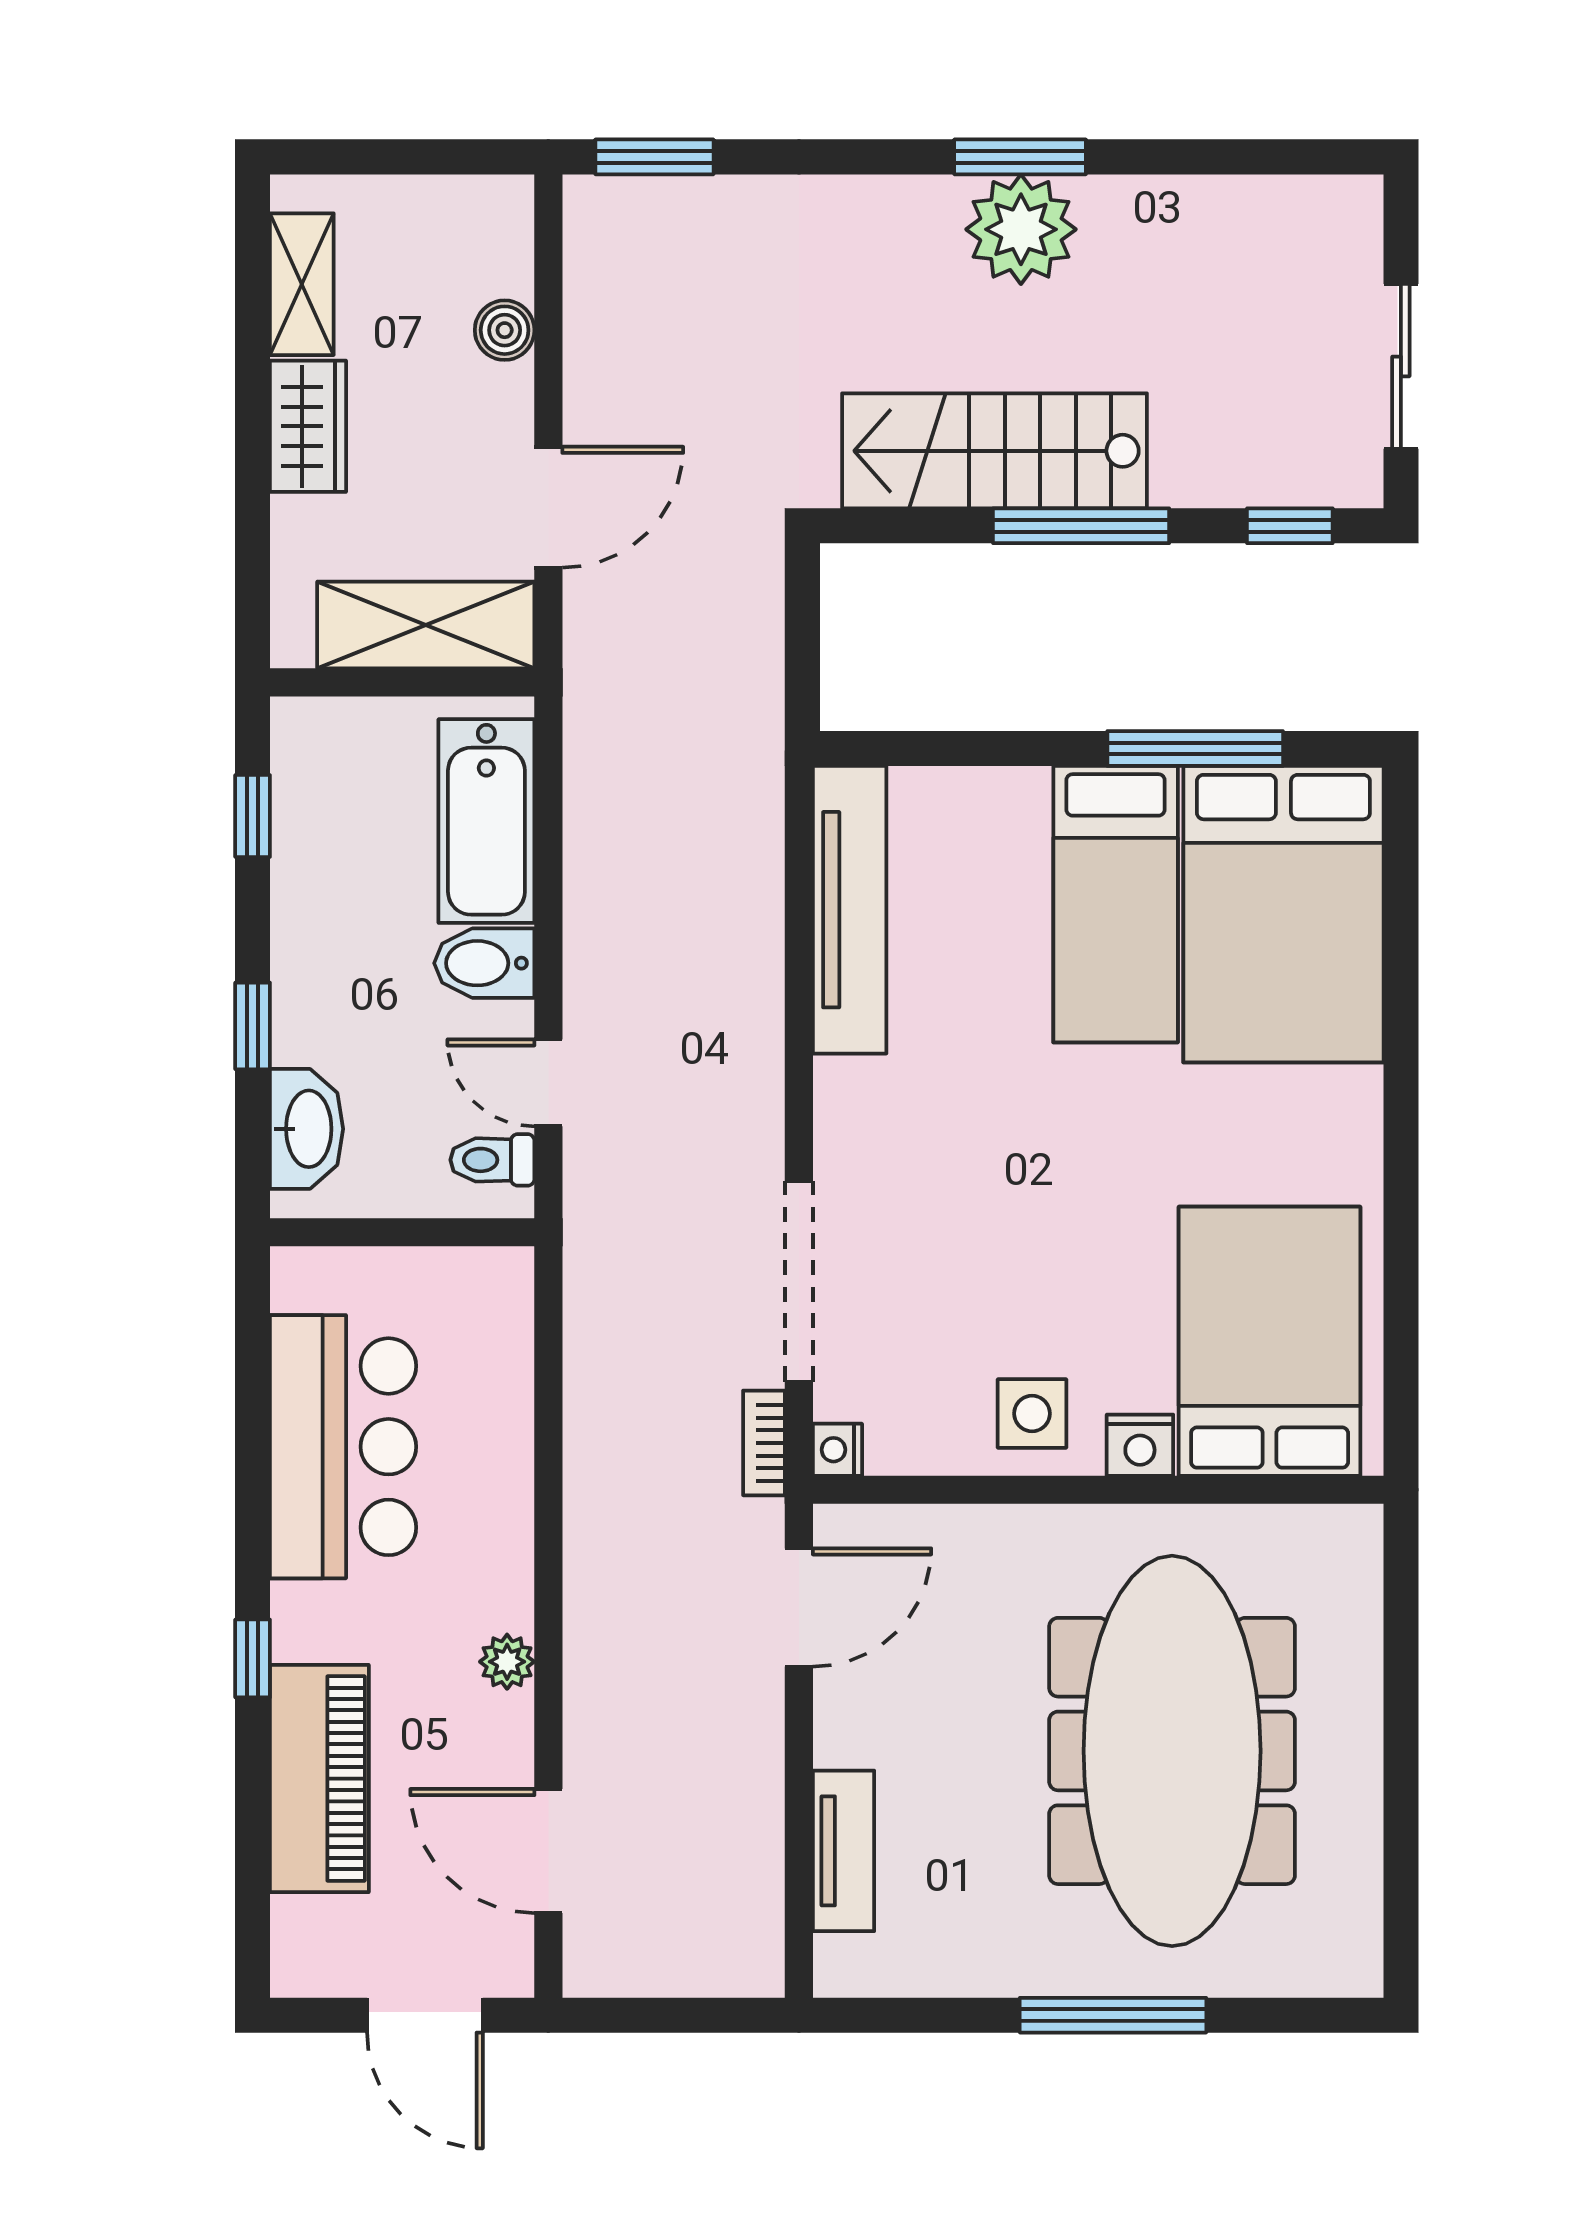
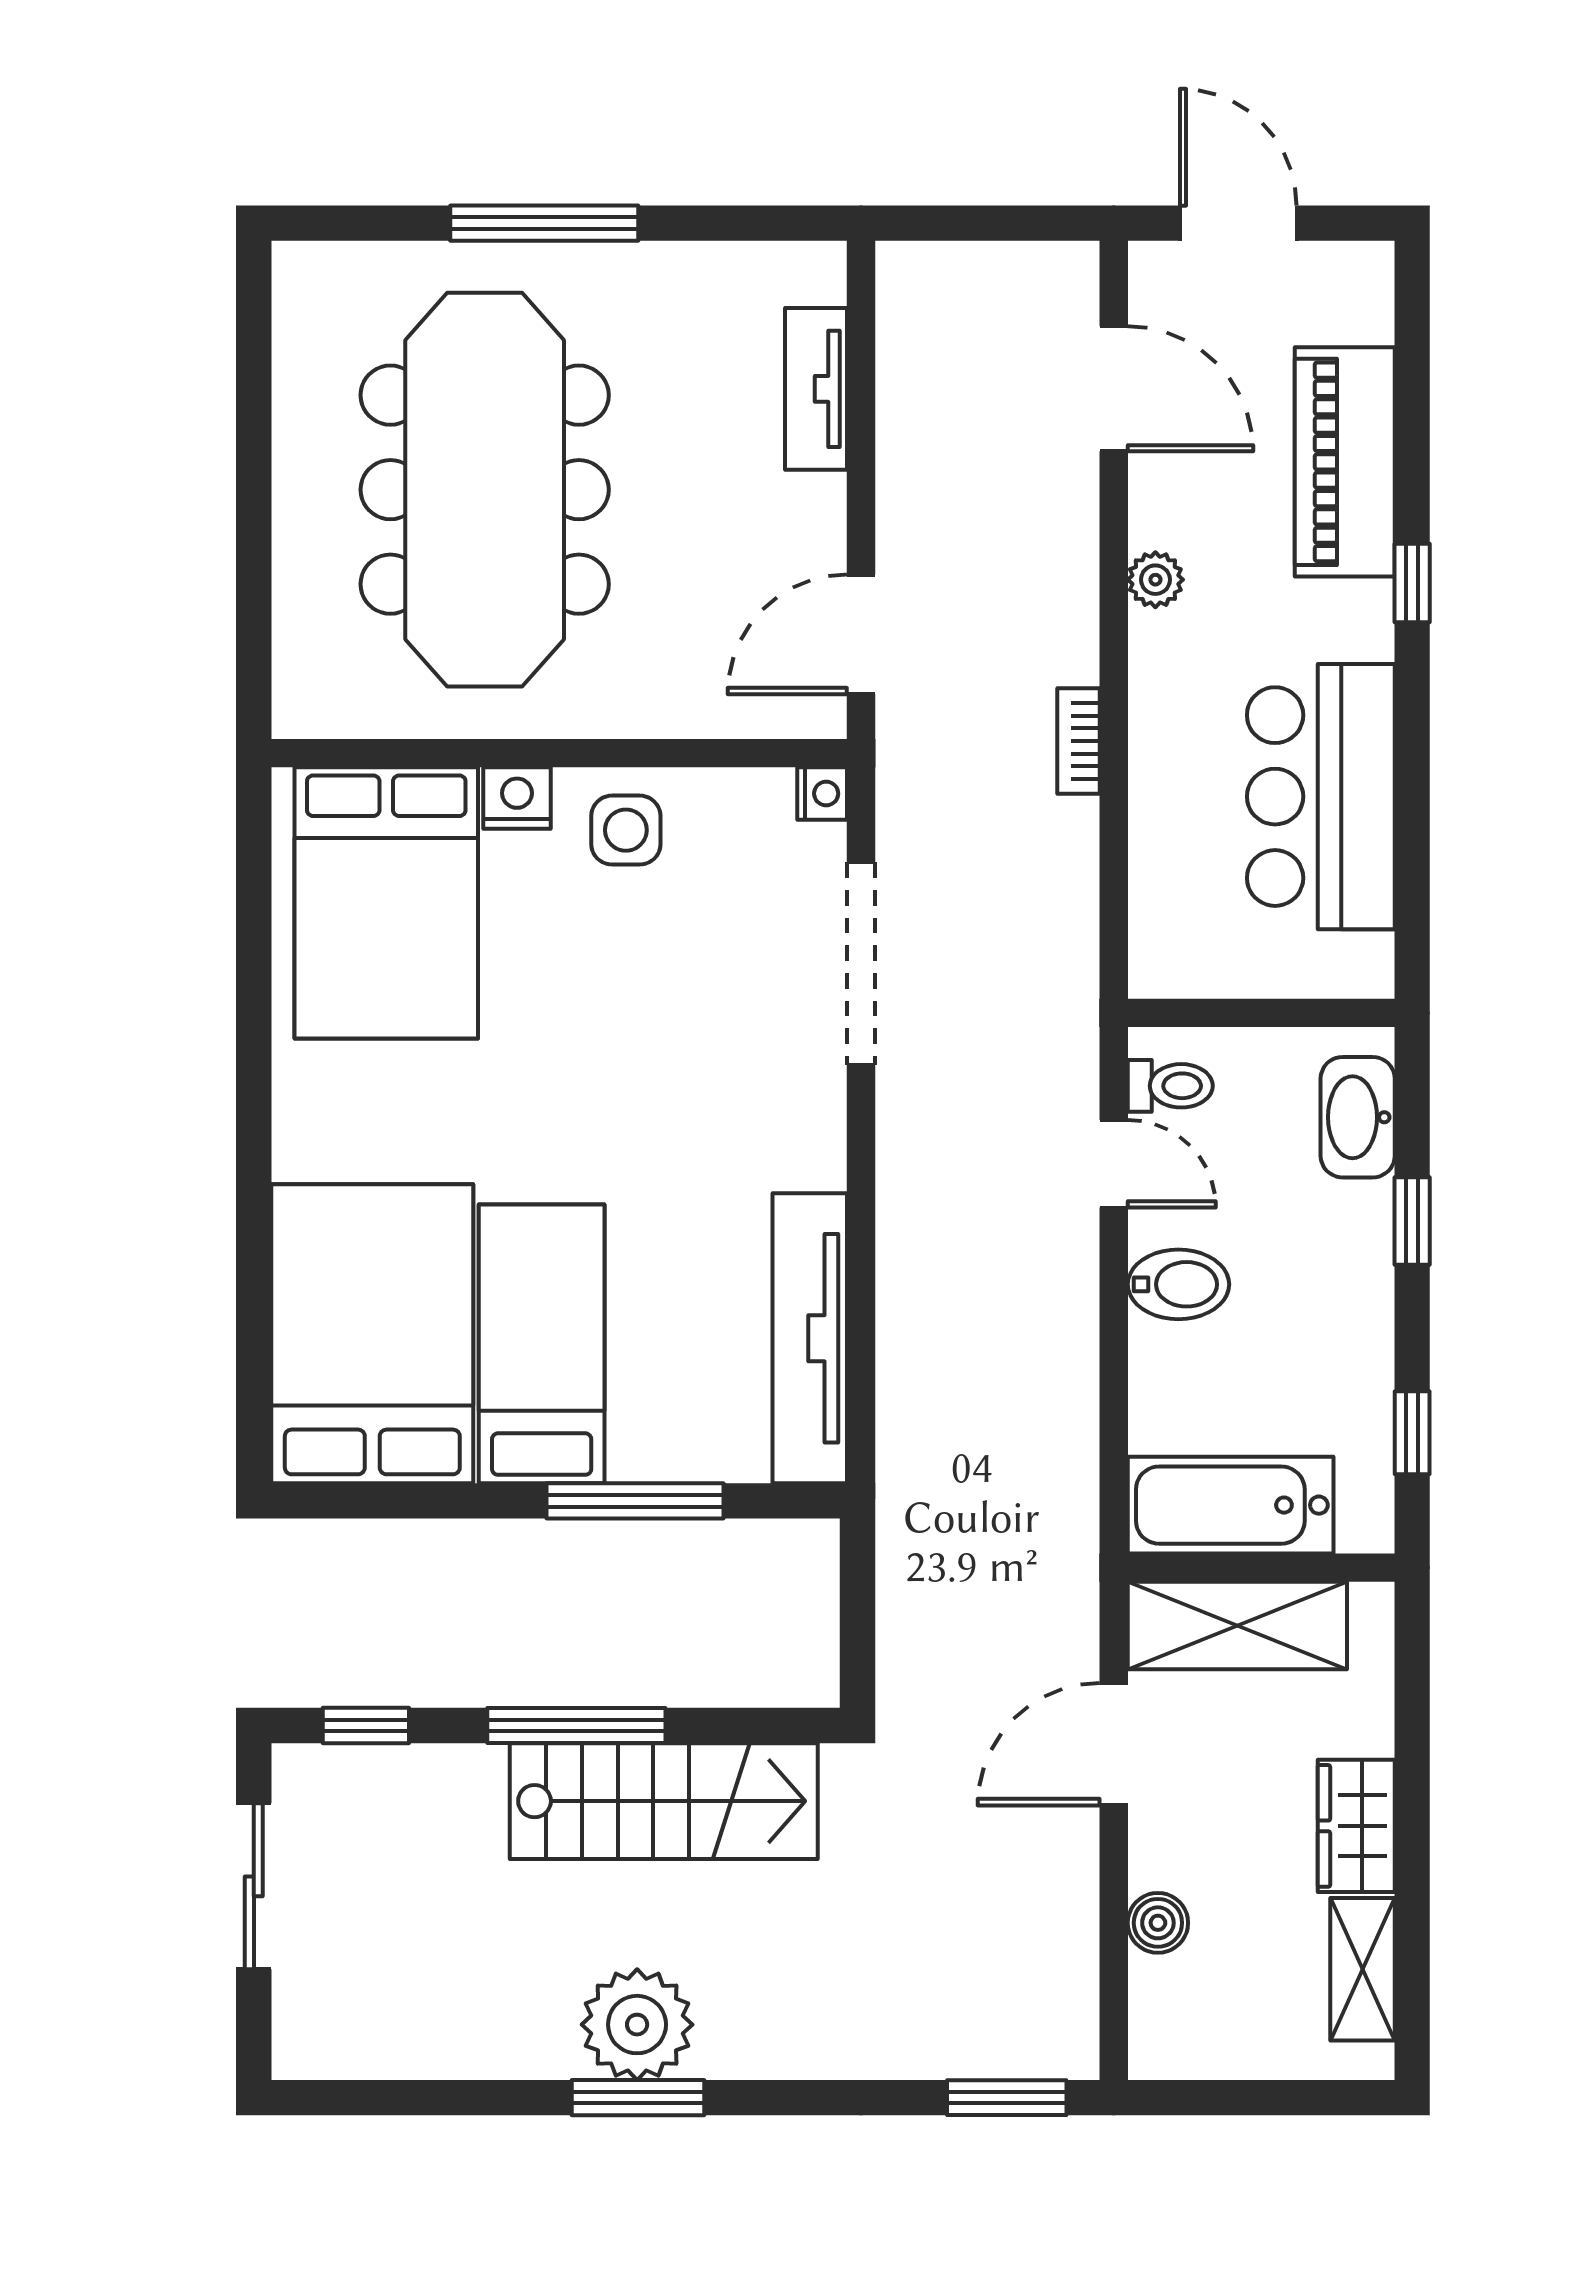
window: (1195, 748) -> (635, 1501), moved
bathtub: (486, 821) -> (1231, 1505), moved, turned -90
bookcase: (764, 1443) -> (1079, 741), moved, turned 180

